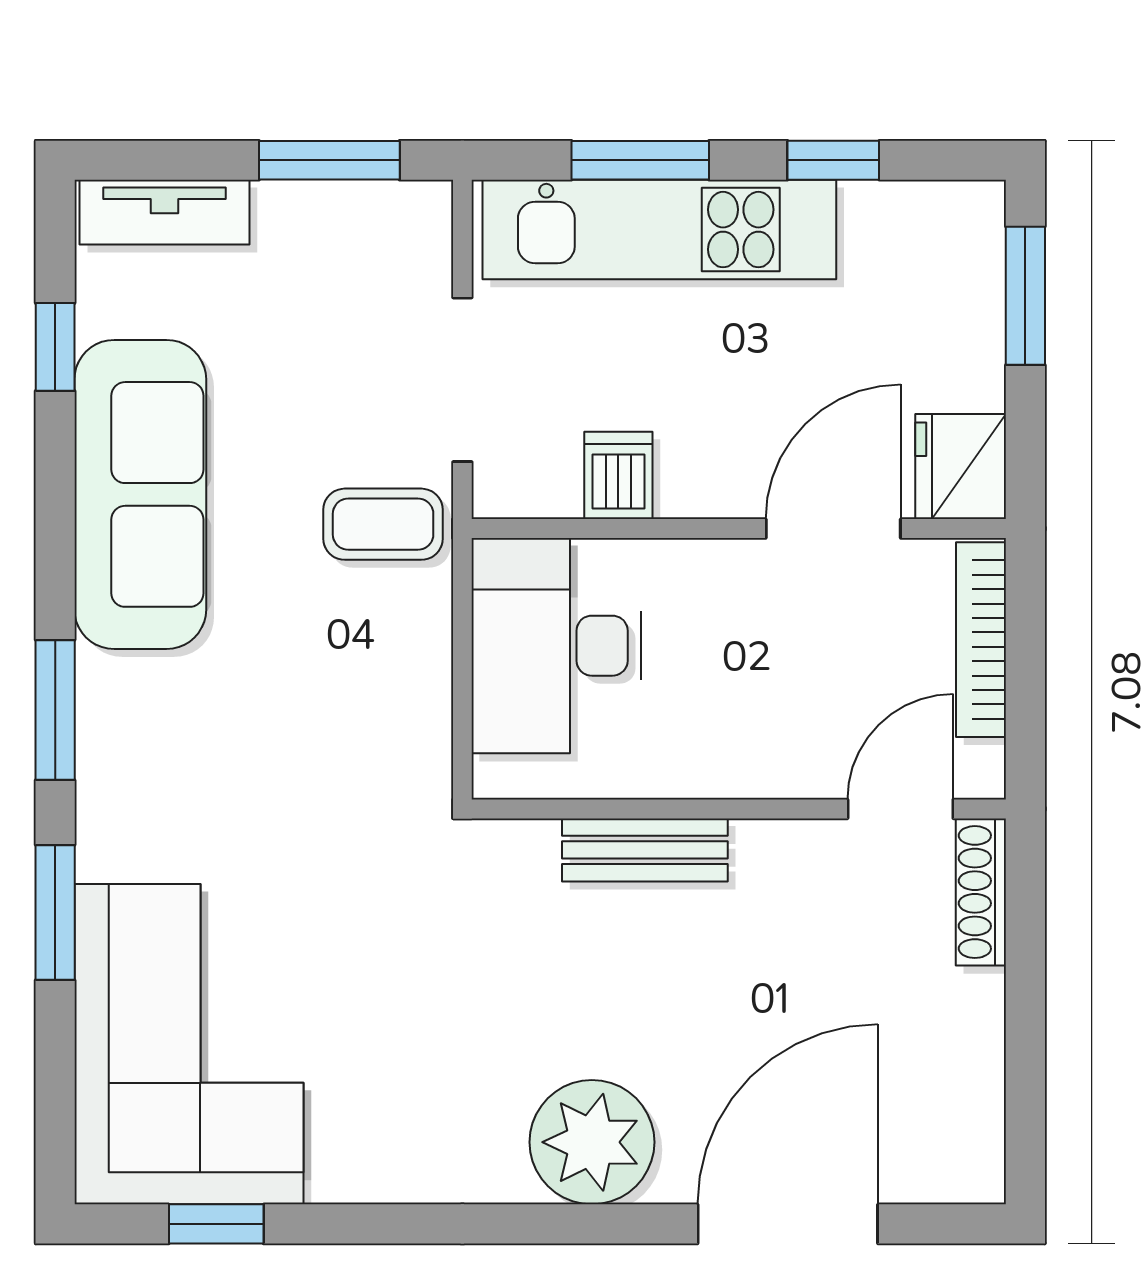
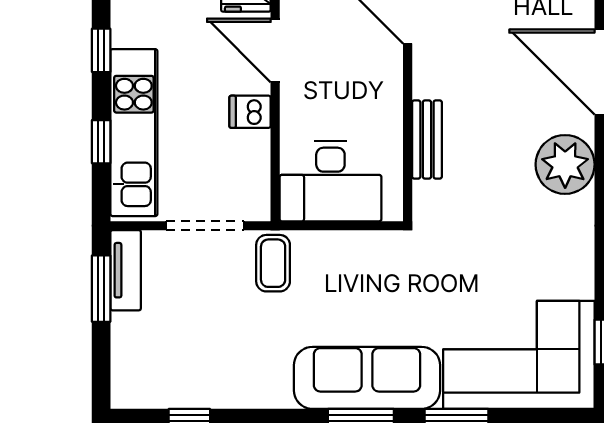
window: (640, 160) -> (101, 142), width x0.67
tv unit: (165, 212) -> (126, 270), moved
dishwasher: (618, 475) -> (250, 112), moved
sofa: (140, 494) -> (367, 378), moved

